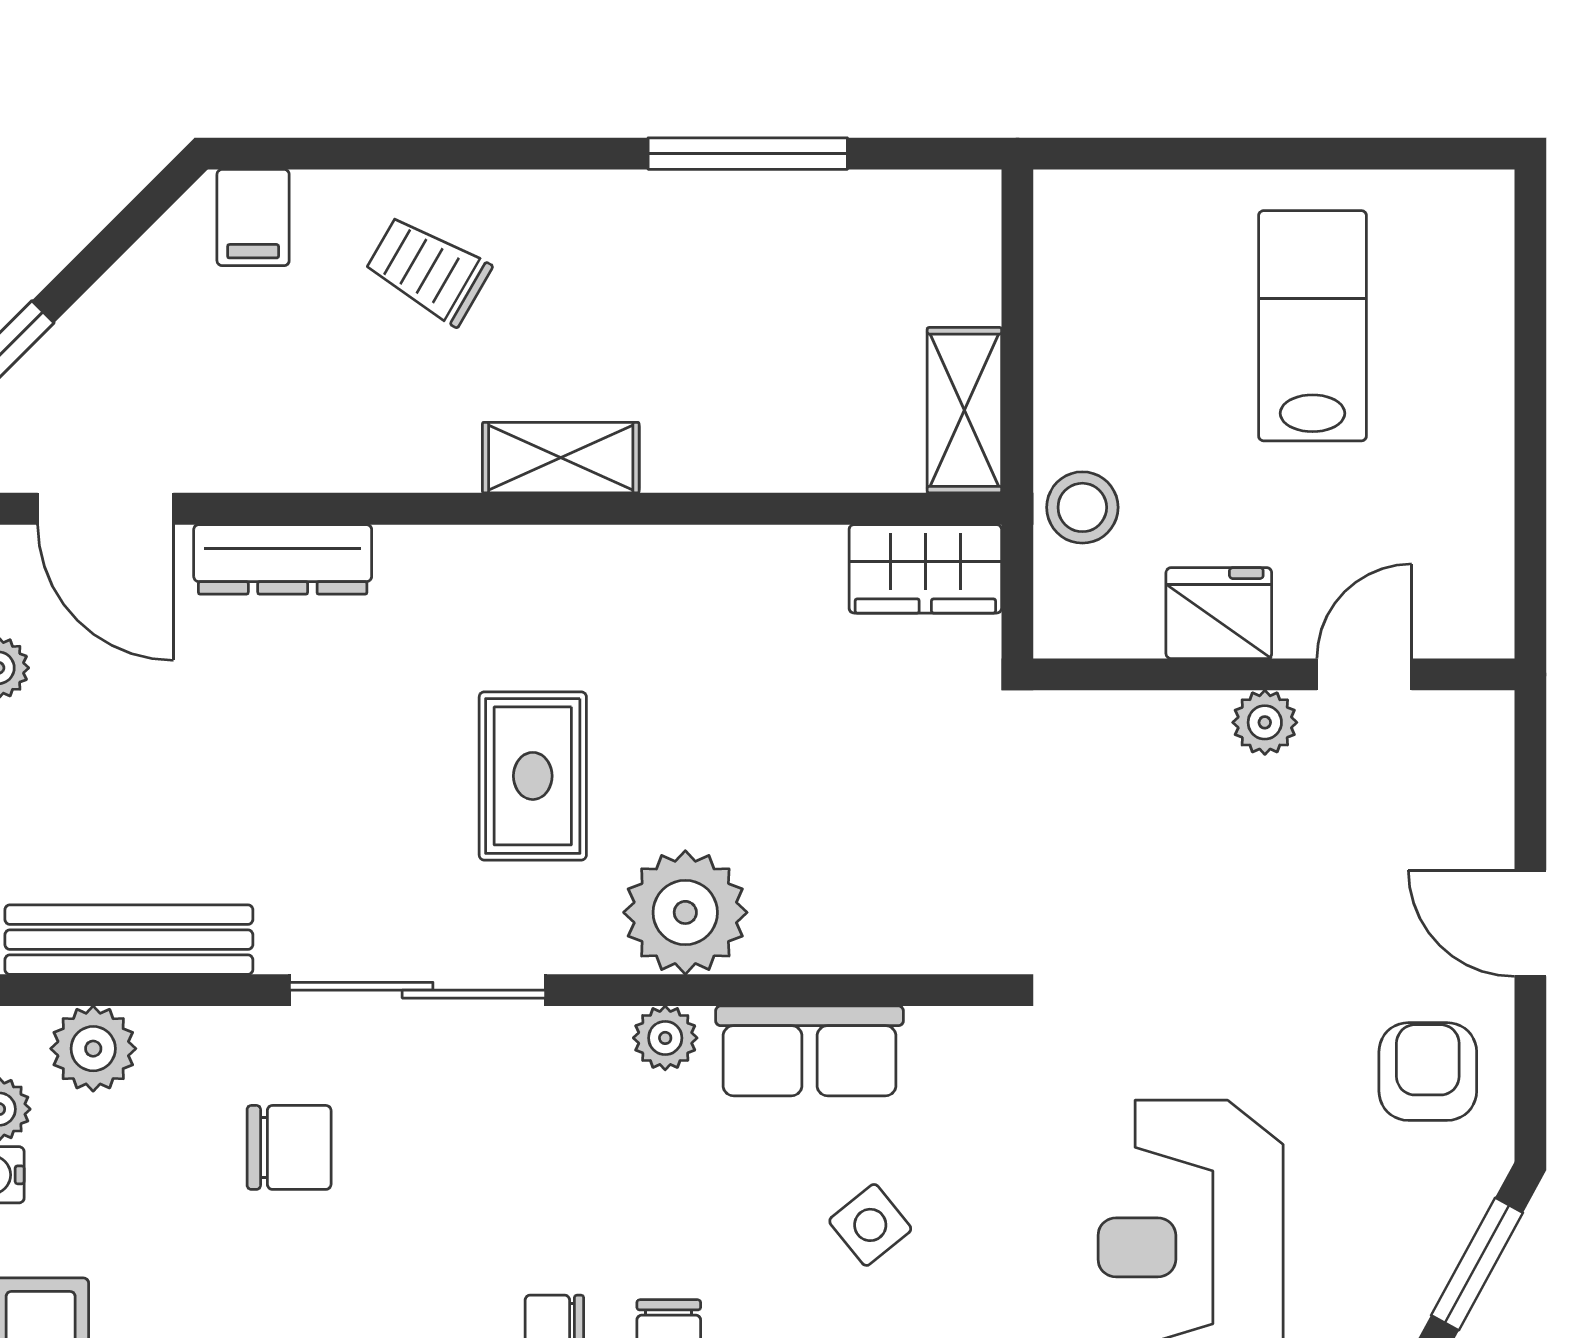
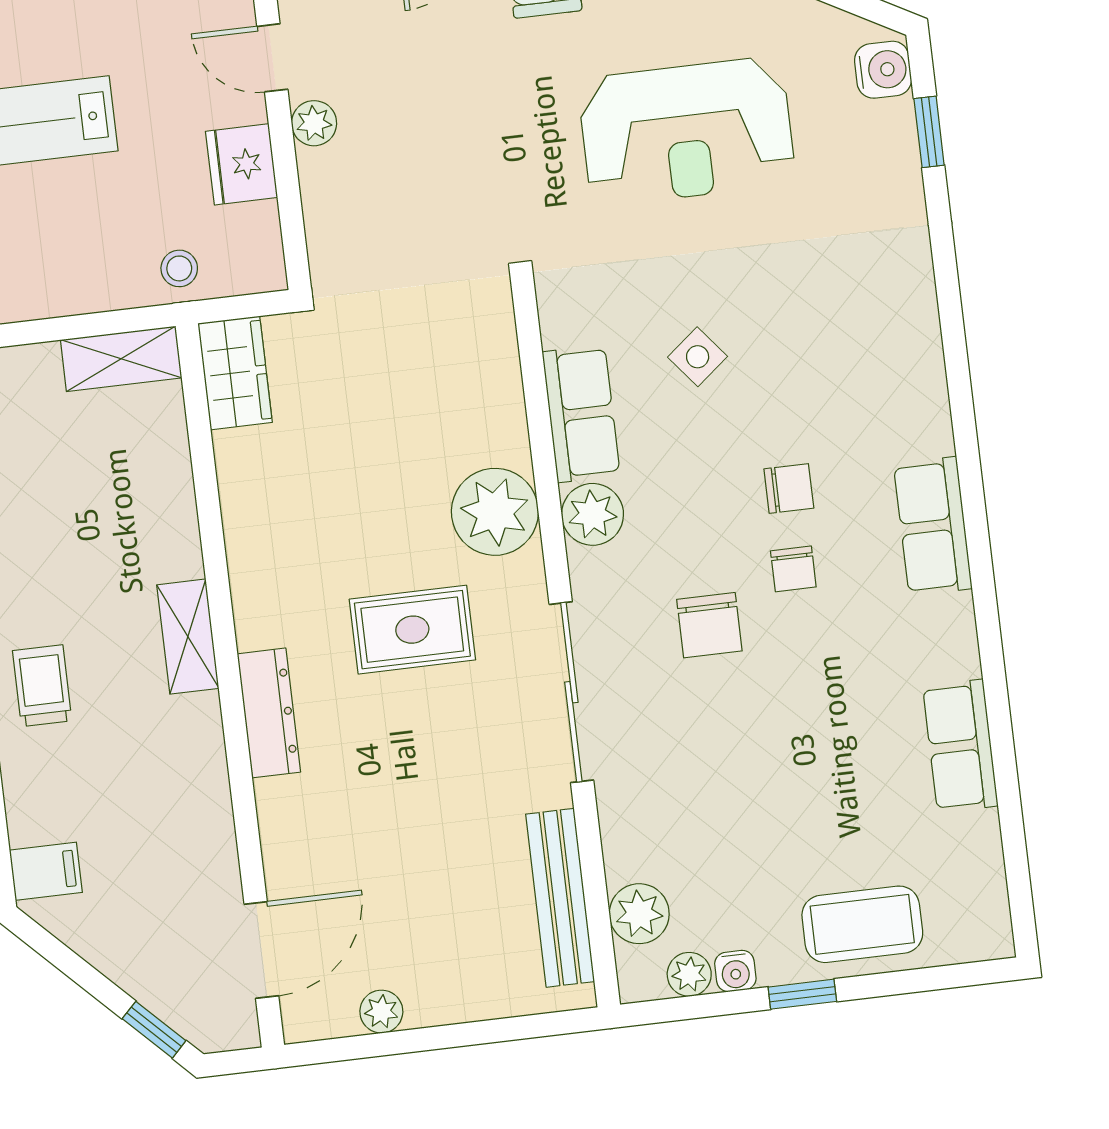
trolley: (428, 270) -> (42, 686), moved, turned 150
stool: (1082, 507) -> (179, 268), width x0.73, depth x0.73
dresser: (283, 559) -> (269, 713), moved
plant: (665, 1038) -> (593, 514), width x1.38, depth x1.38
chair: (289, 1147) -> (709, 625), moved, turned 180

